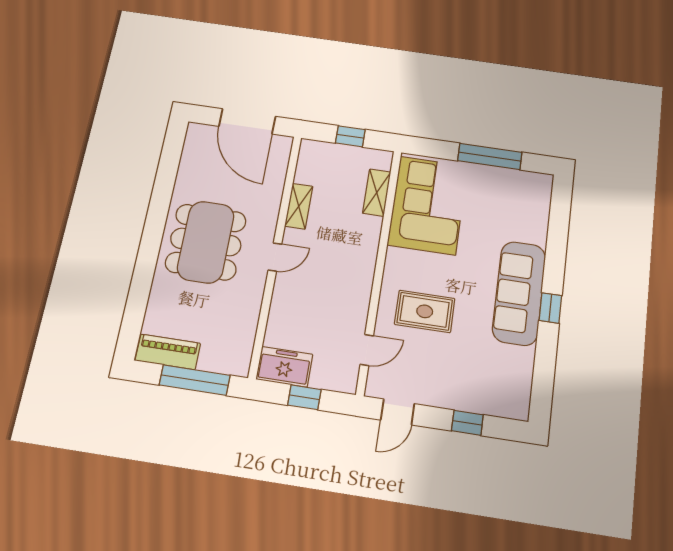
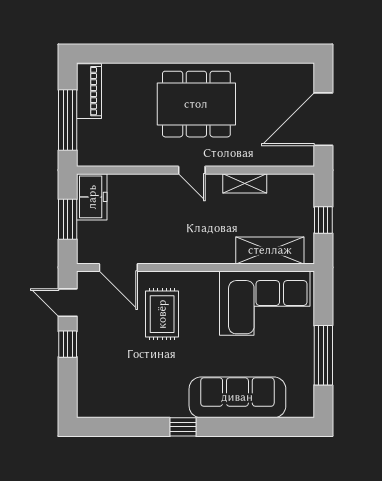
shelving: (377, 193) -> (270, 250), width x1.50, depth x1.33
sofa: (519, 293) -> (237, 397), moved
door: (367, 350) -> (118, 267), width x1.38
window: (304, 397) -> (68, 219), width x1.50
window: (467, 423) -> (68, 344), moved

